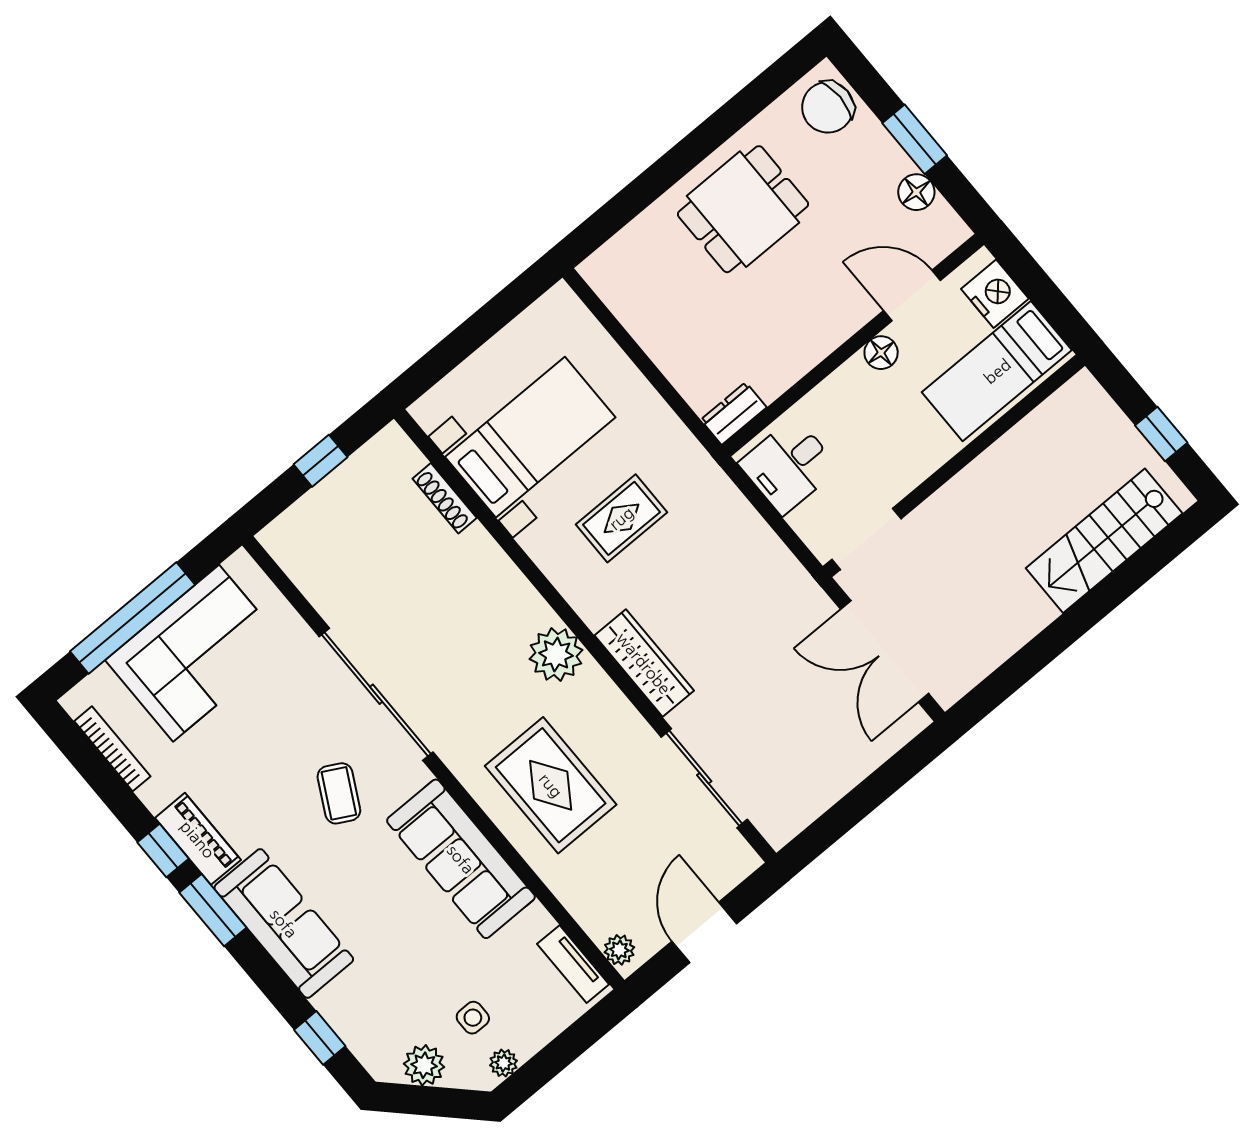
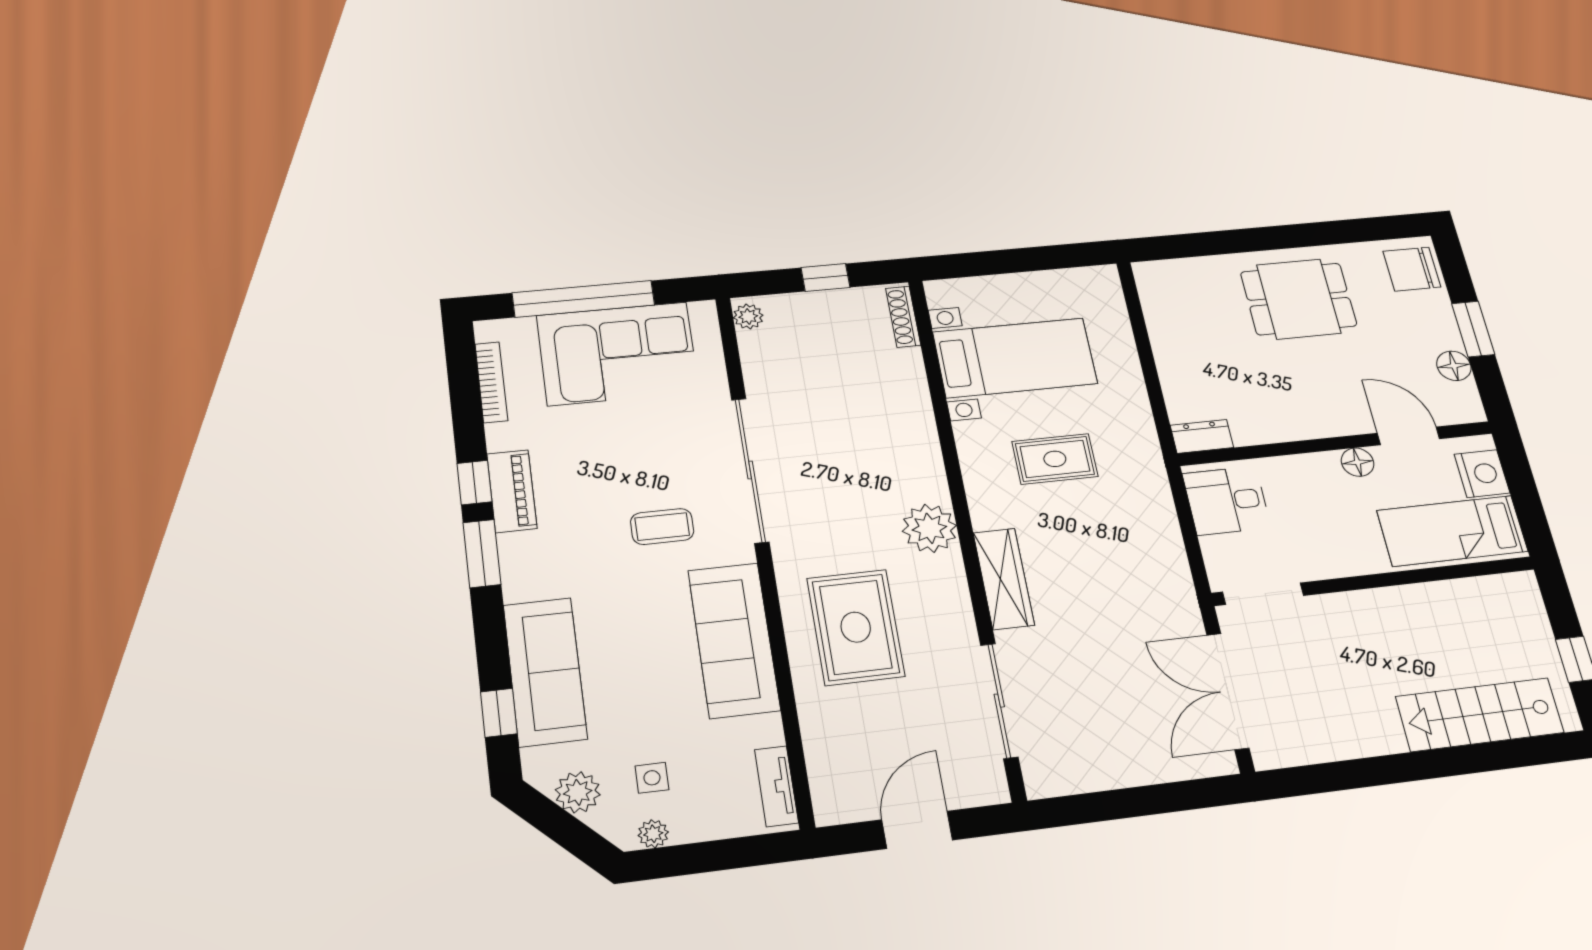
shoe rack: (445, 498) -> (903, 317), moved
coffee table: (339, 793) -> (662, 527), turned 62
sofa: (284, 923) -> (545, 672), moved
plant: (619, 950) -> (748, 316), moved

